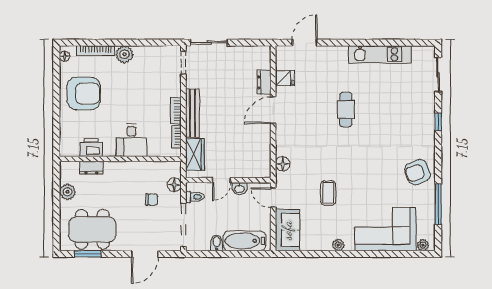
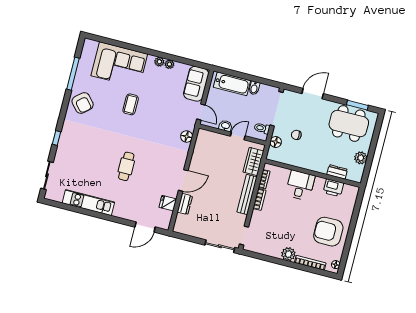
armchair: (418, 172) -> (83, 103), turned 70
coffee table: (328, 193) -> (131, 104), moved
plant: (423, 245) -> (169, 64), moved

